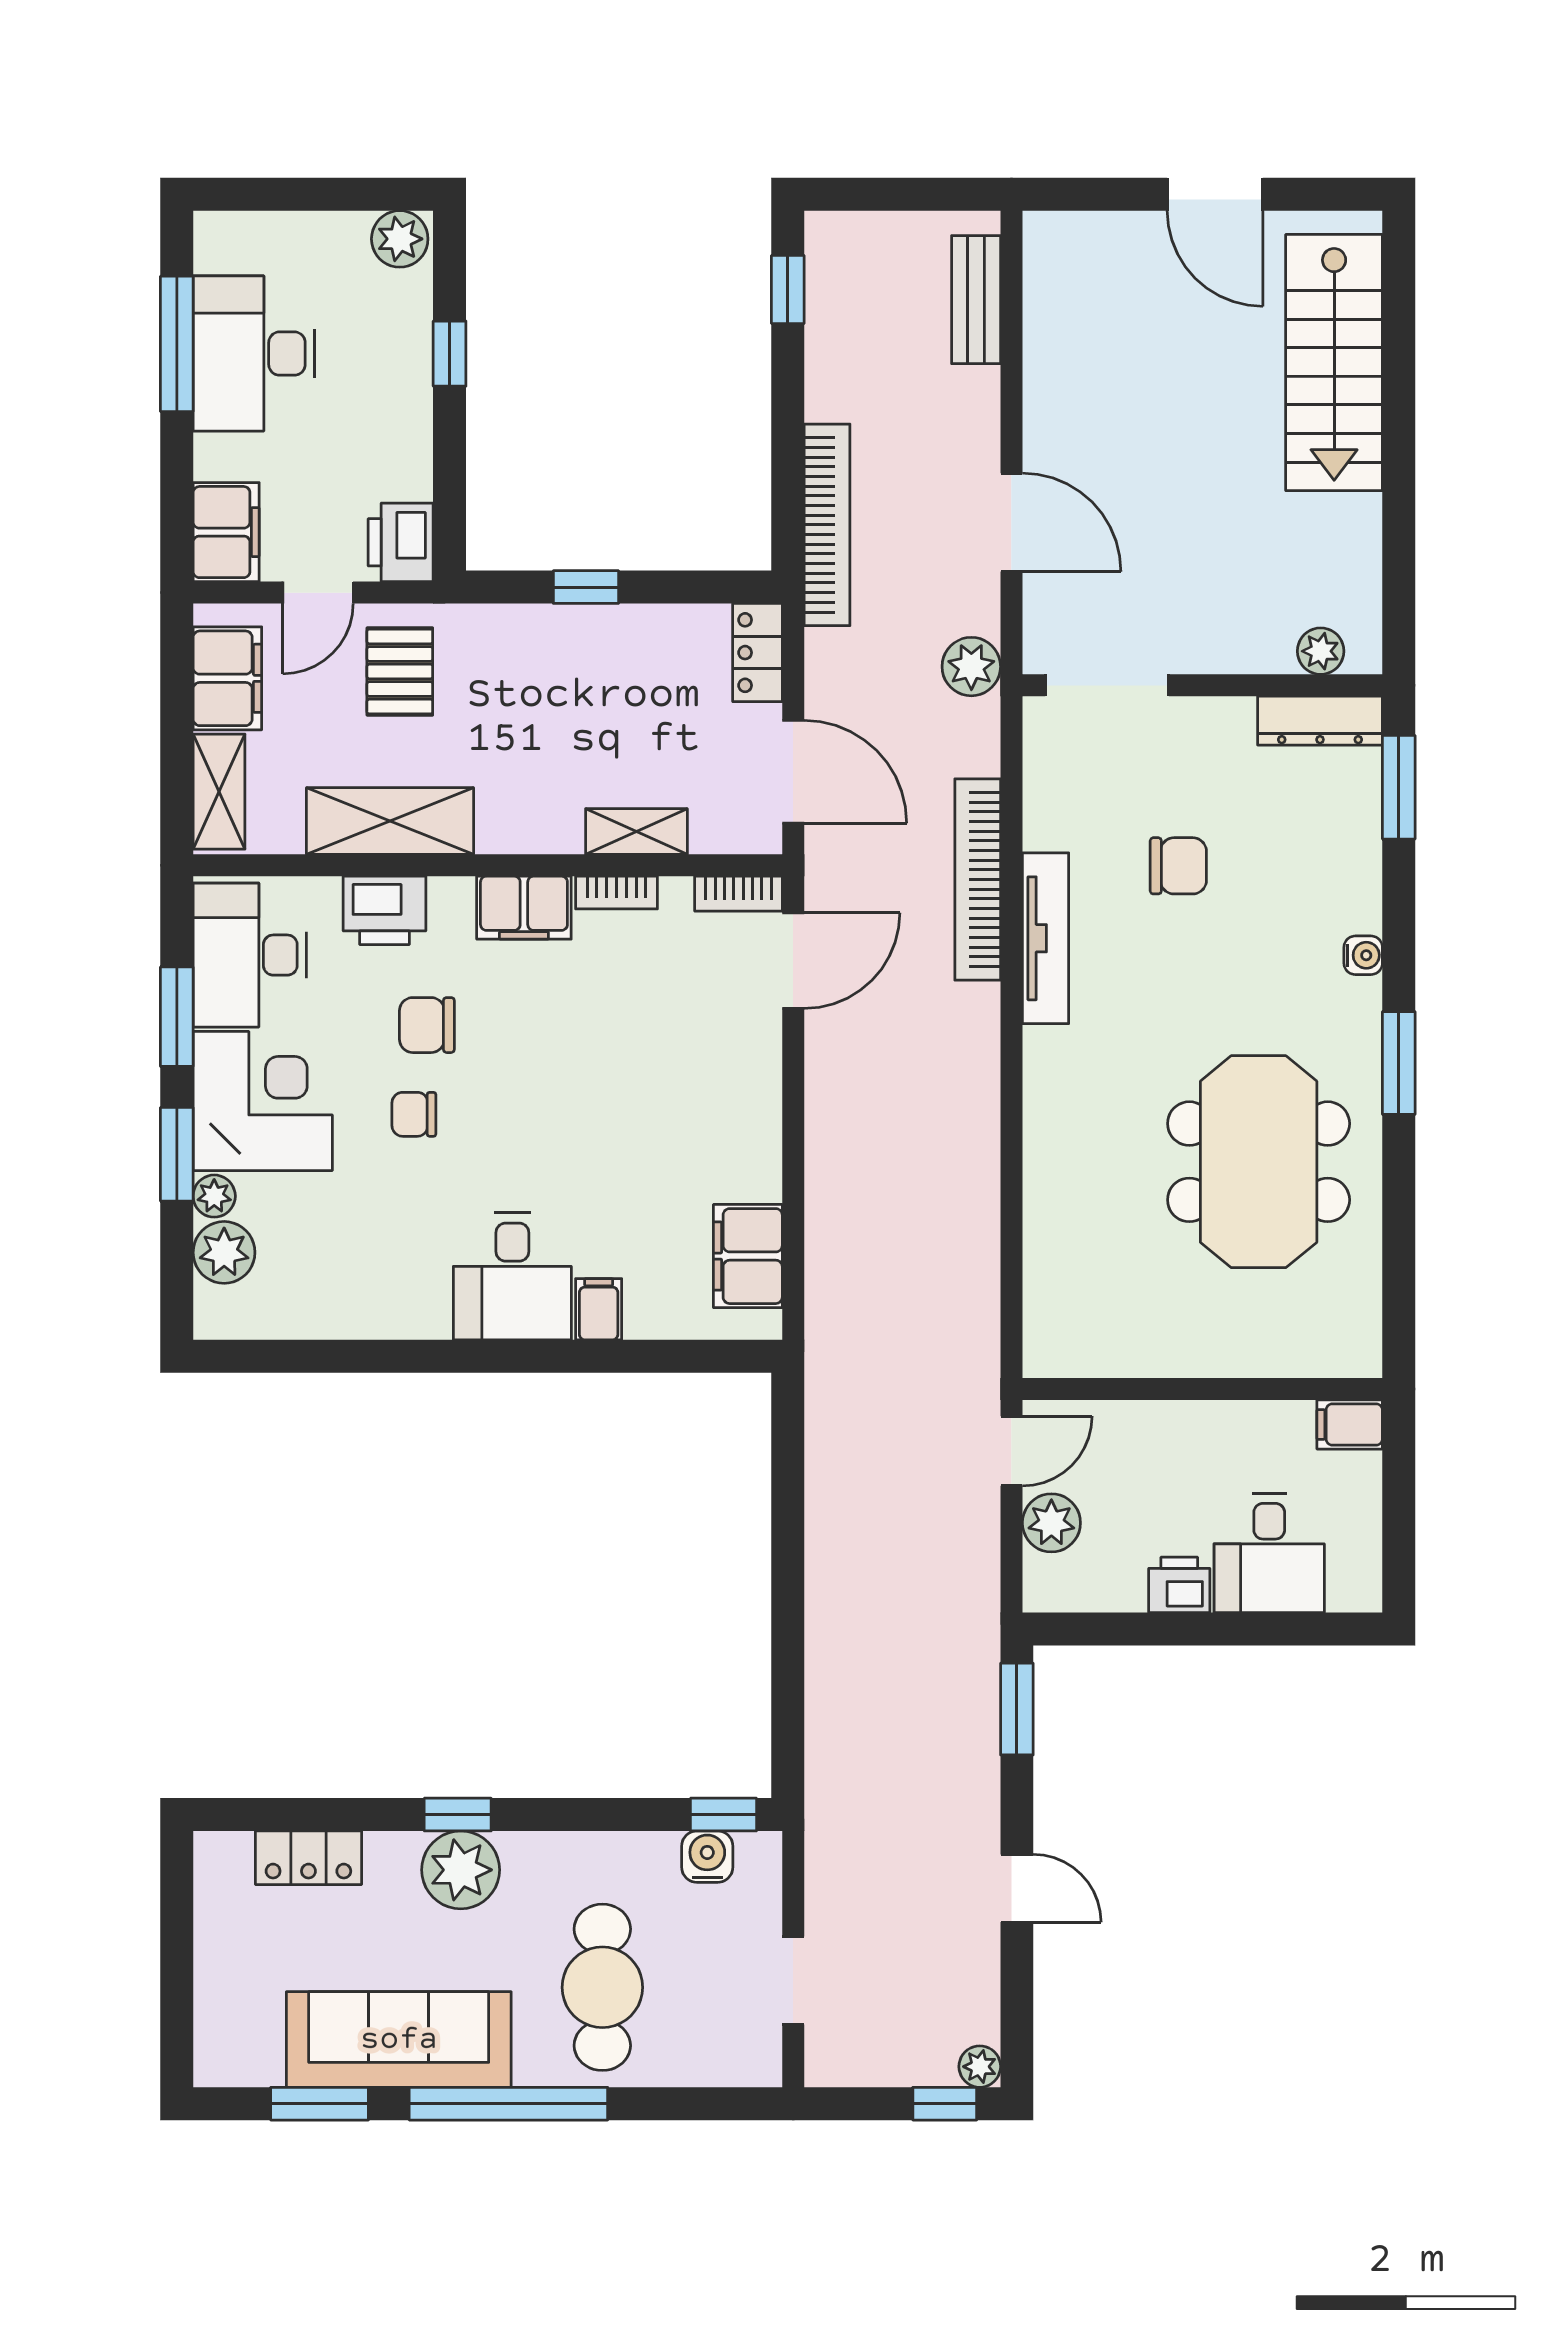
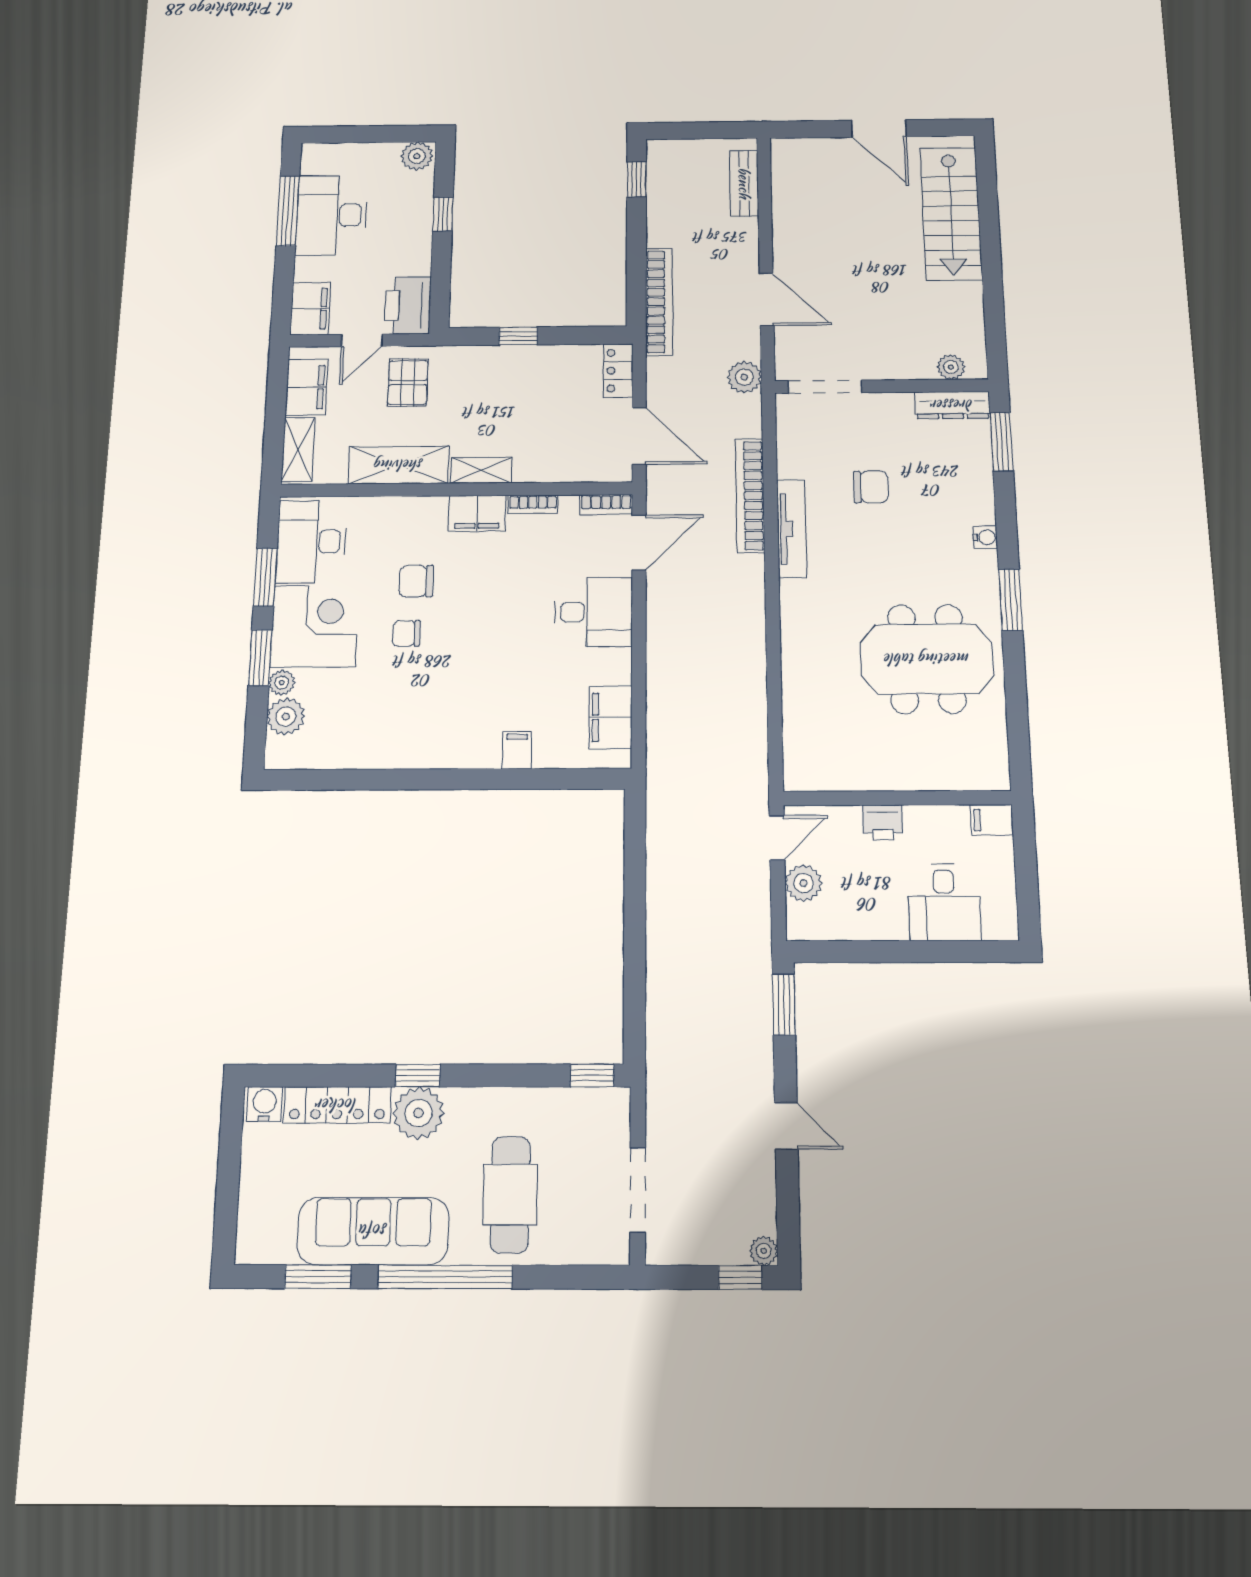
printer: (401, 542) -> (408, 305), width x1.37, depth x1.19
shelving: (636, 832) -> (481, 470), moved
printer: (384, 910) -> (393, 515), removed
meeting table: (1259, 1162) -> (927, 659), turned 90
desk: (512, 1276) -> (593, 612), moved, turned -90
printer: (1179, 1585) -> (883, 822), moved, turned 180
water cooler: (707, 1857) -> (265, 1104), moved
locker: (308, 1858) -> (337, 1105), width x1.53
doorway: (793, 1980) -> (638, 1190), width x1.38

